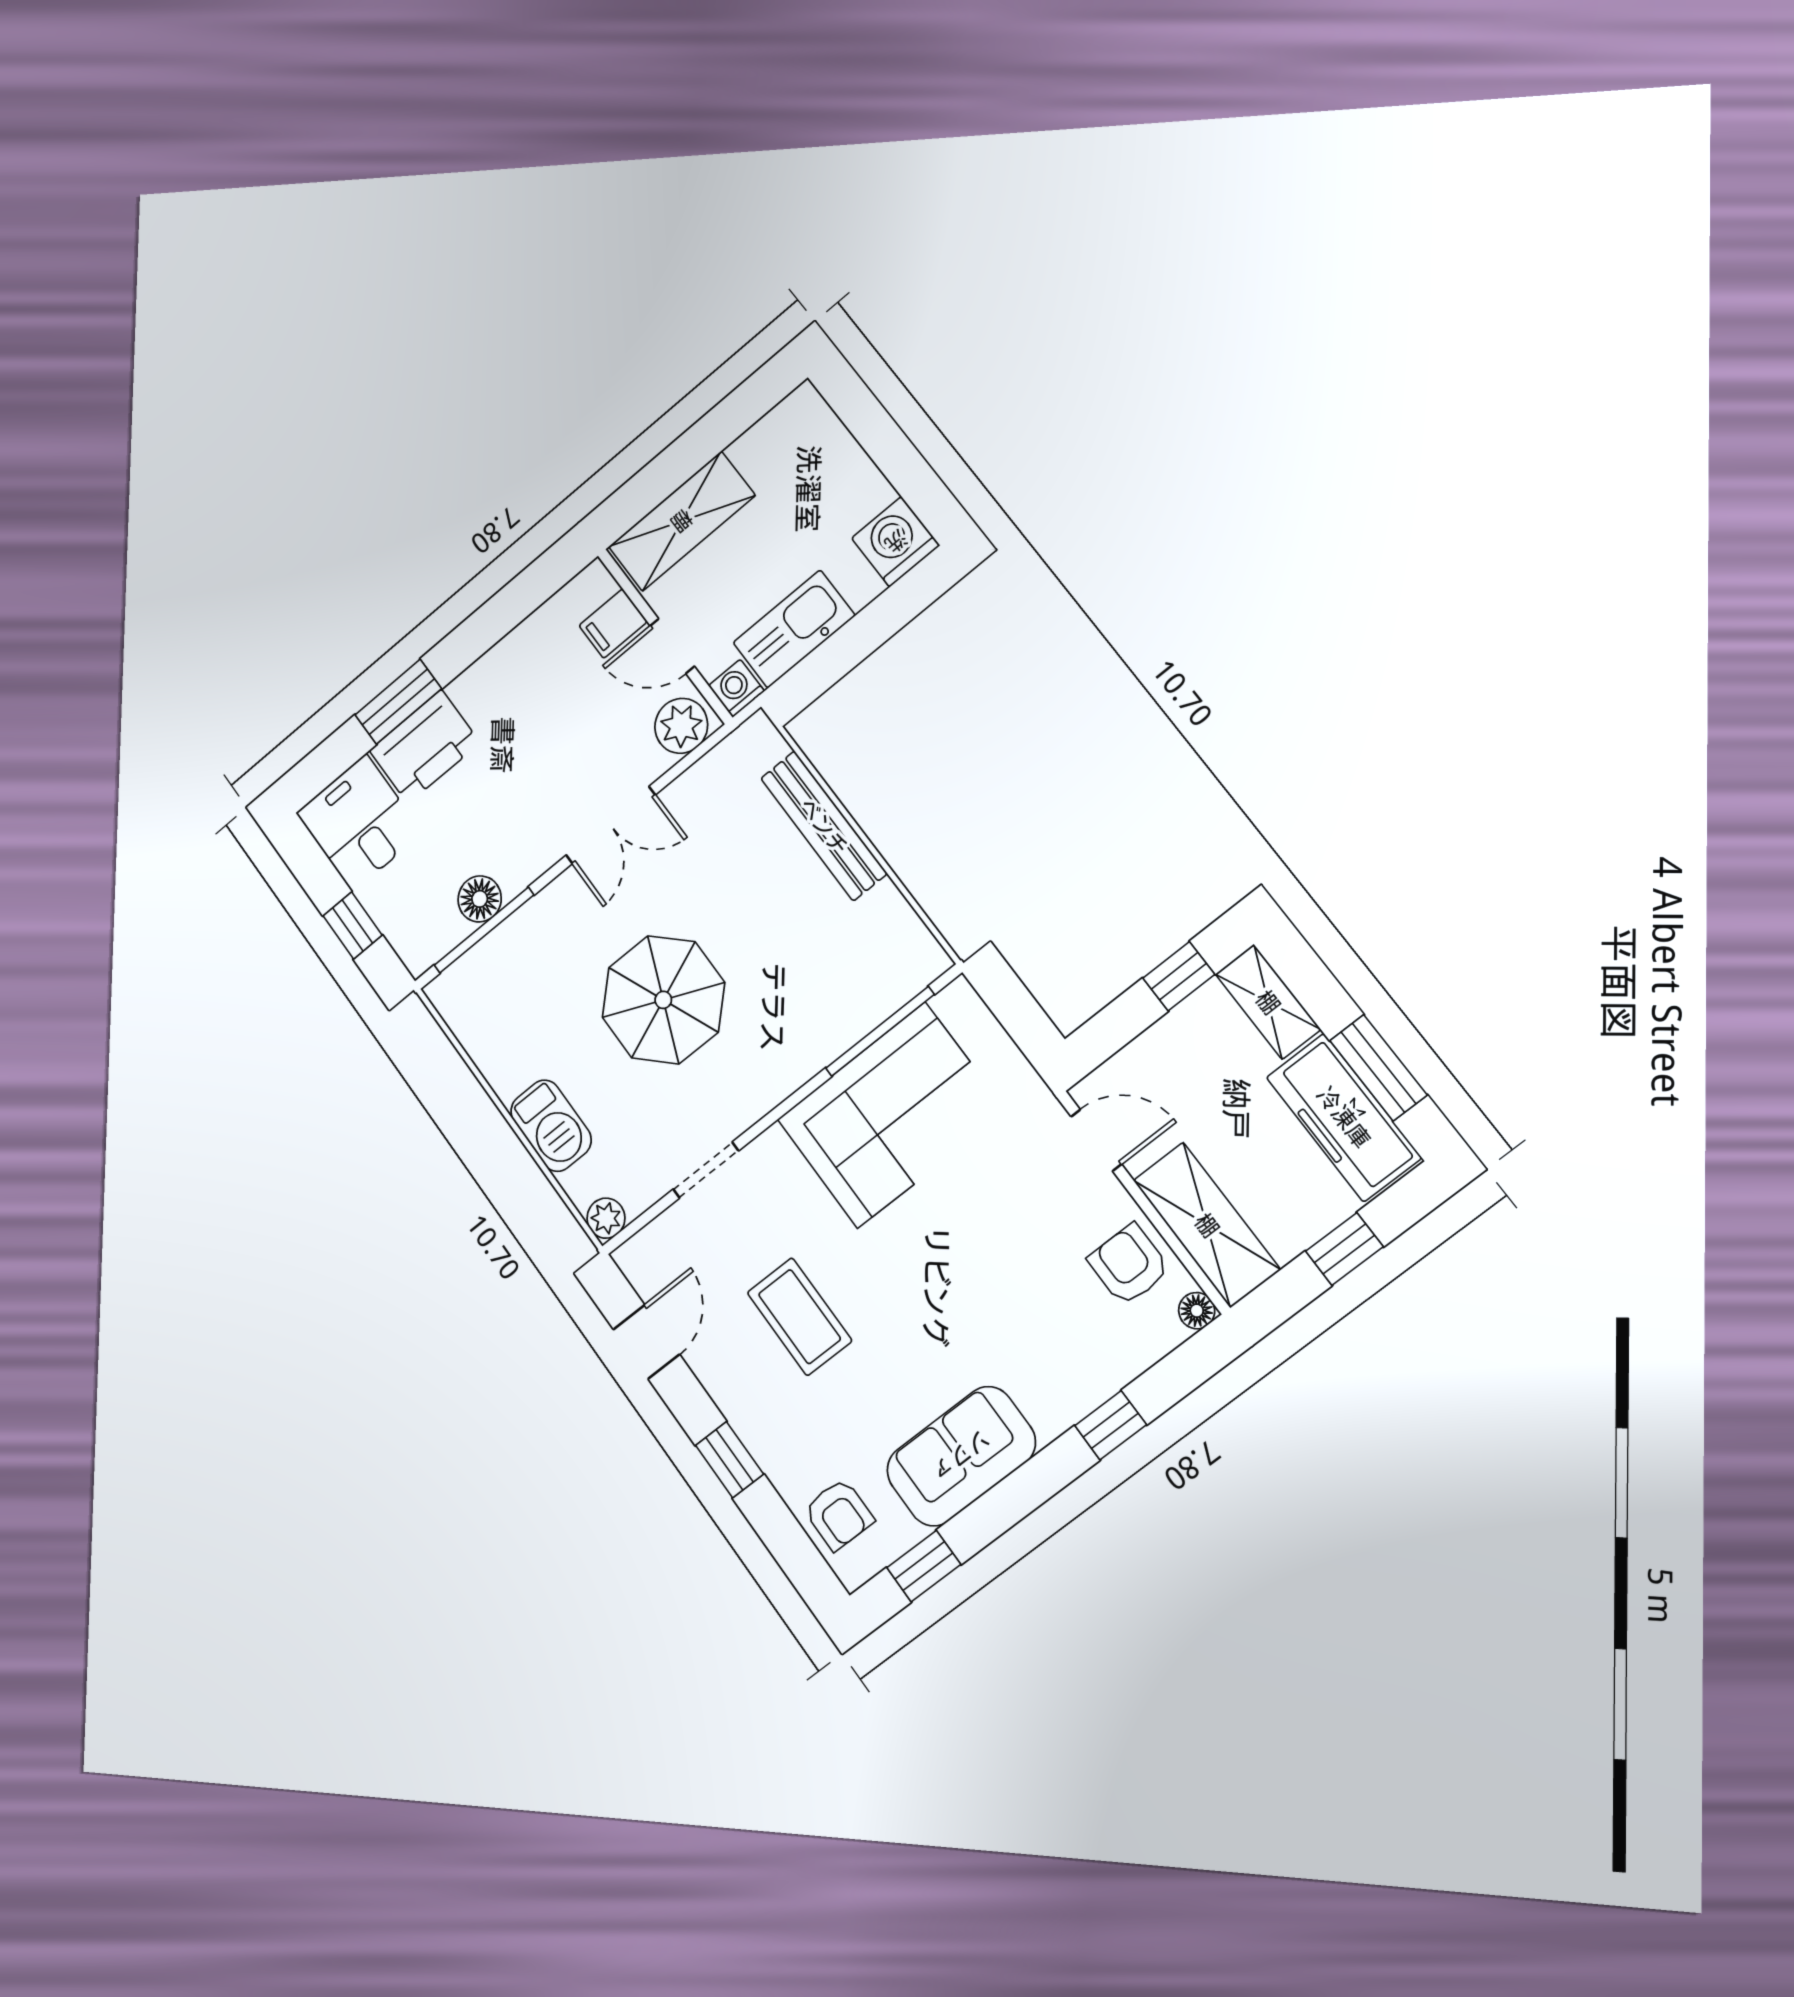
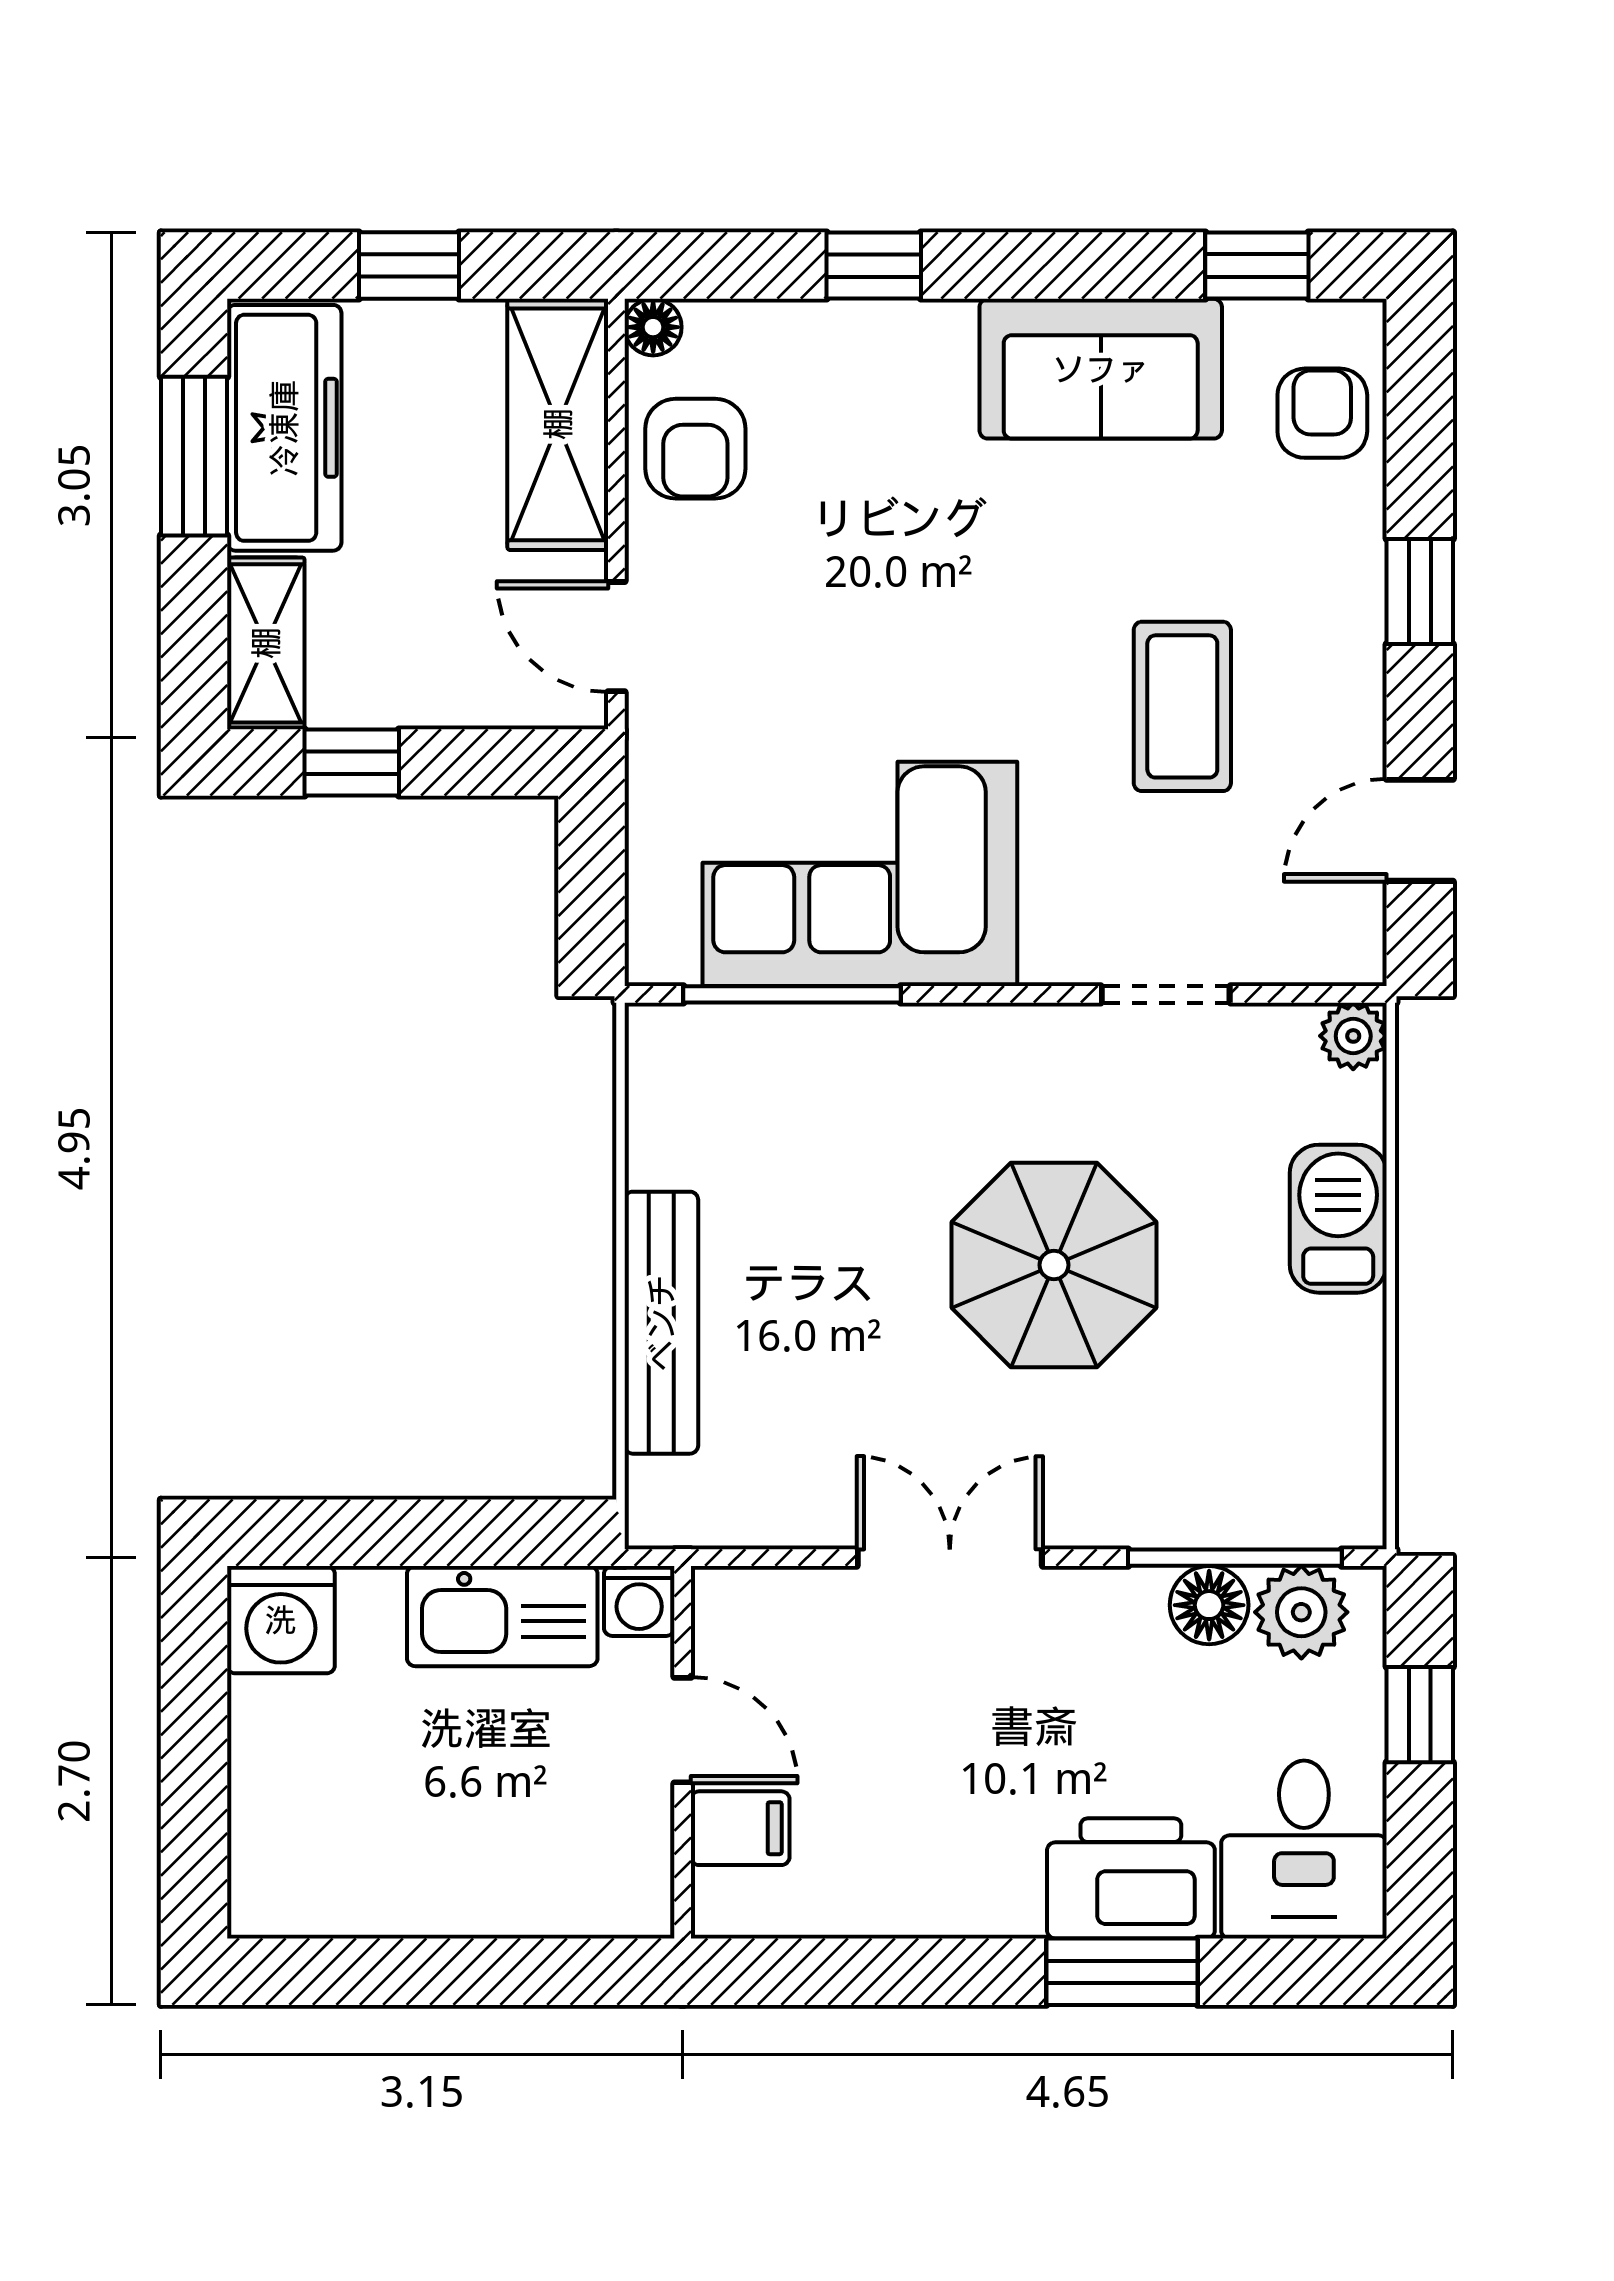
shelving: (682, 521) -> (542, 1888), removed
plant: (681, 726) -> (1301, 1612), moved

